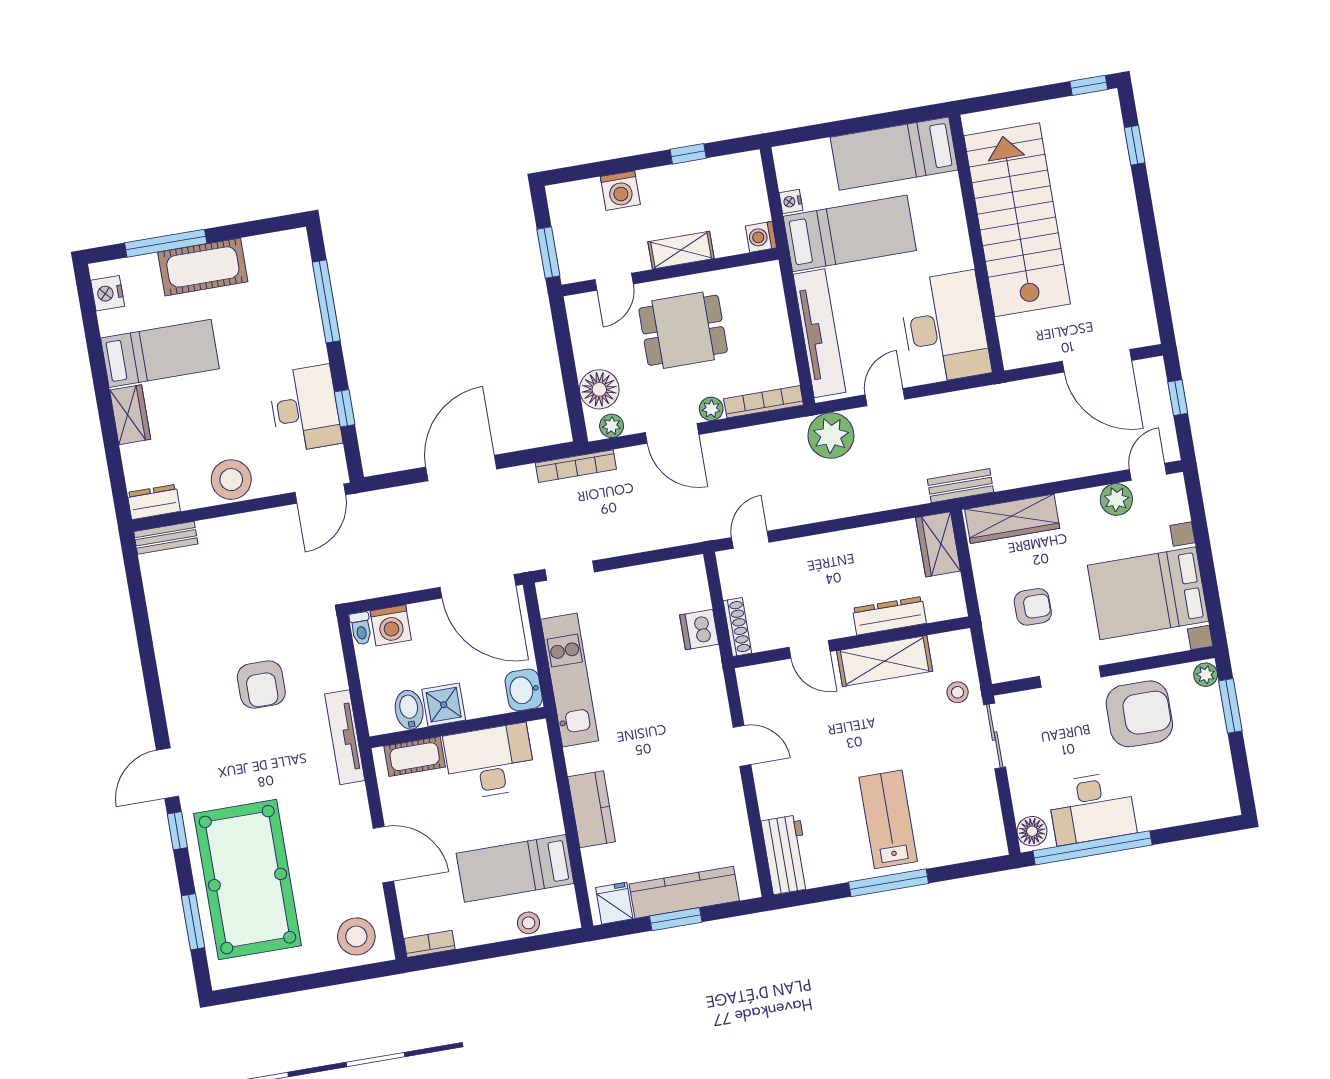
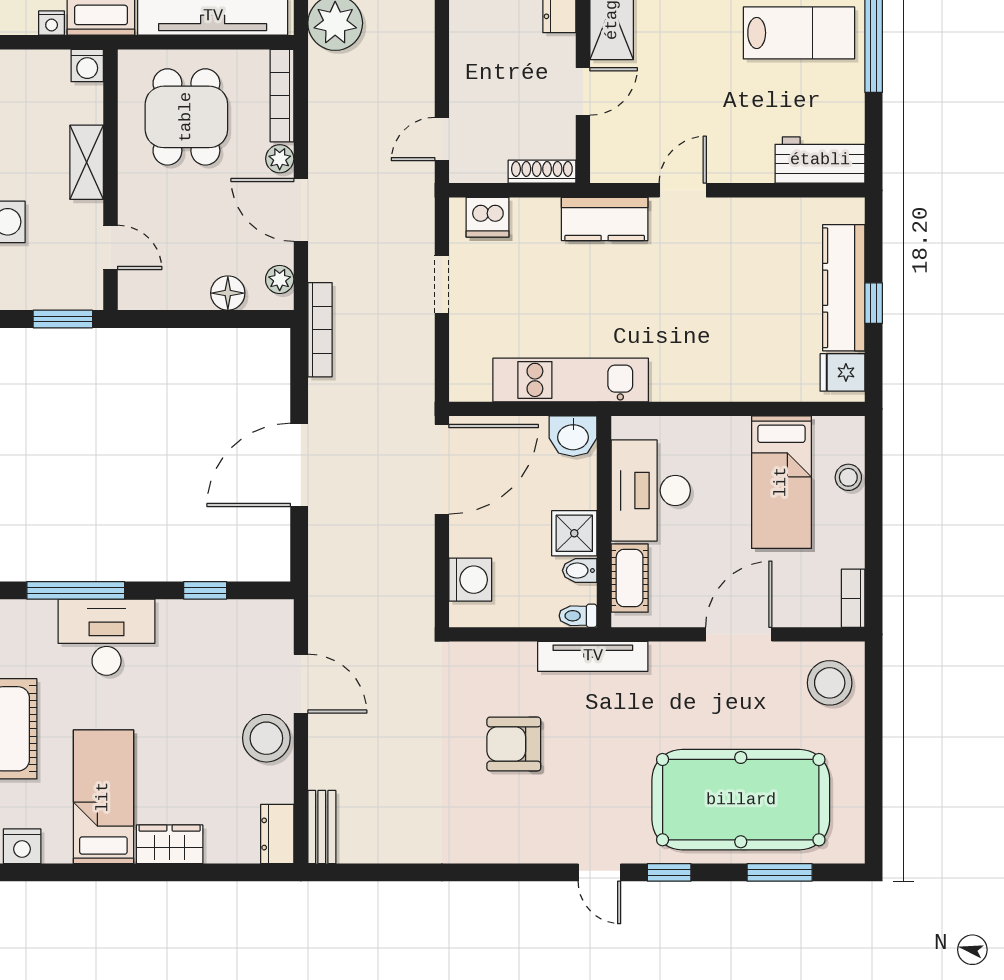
dining table: (683, 330) -> (186, 117), moved
floor lamp: (599, 389) -> (228, 293), width x0.73, depth x0.73
desk: (305, 409) -> (107, 637), moved
door: (672, 433) -> (301, 210), swing flipped
door: (461, 468) -> (299, 465), hinge flipped
door: (320, 494) -> (301, 684), moved
door: (750, 540) -> (442, 139), hinge flipped
doorway: (570, 571) -> (442, 284), moved
toilet: (361, 628) -> (578, 616), moved, turned 180
dishwasher: (699, 630) -> (488, 217), moved
armchair: (261, 684) -> (514, 744), turned 180
bidet: (409, 710) -> (580, 570), width x0.72, depth x0.74
door: (168, 773) -> (599, 872), width x0.73
kitchen counter: (592, 809) -> (605, 219), moved, turned 180
lab bench: (888, 819) -> (799, 33), turned 180
window: (676, 919) -> (874, 303), width x0.67

